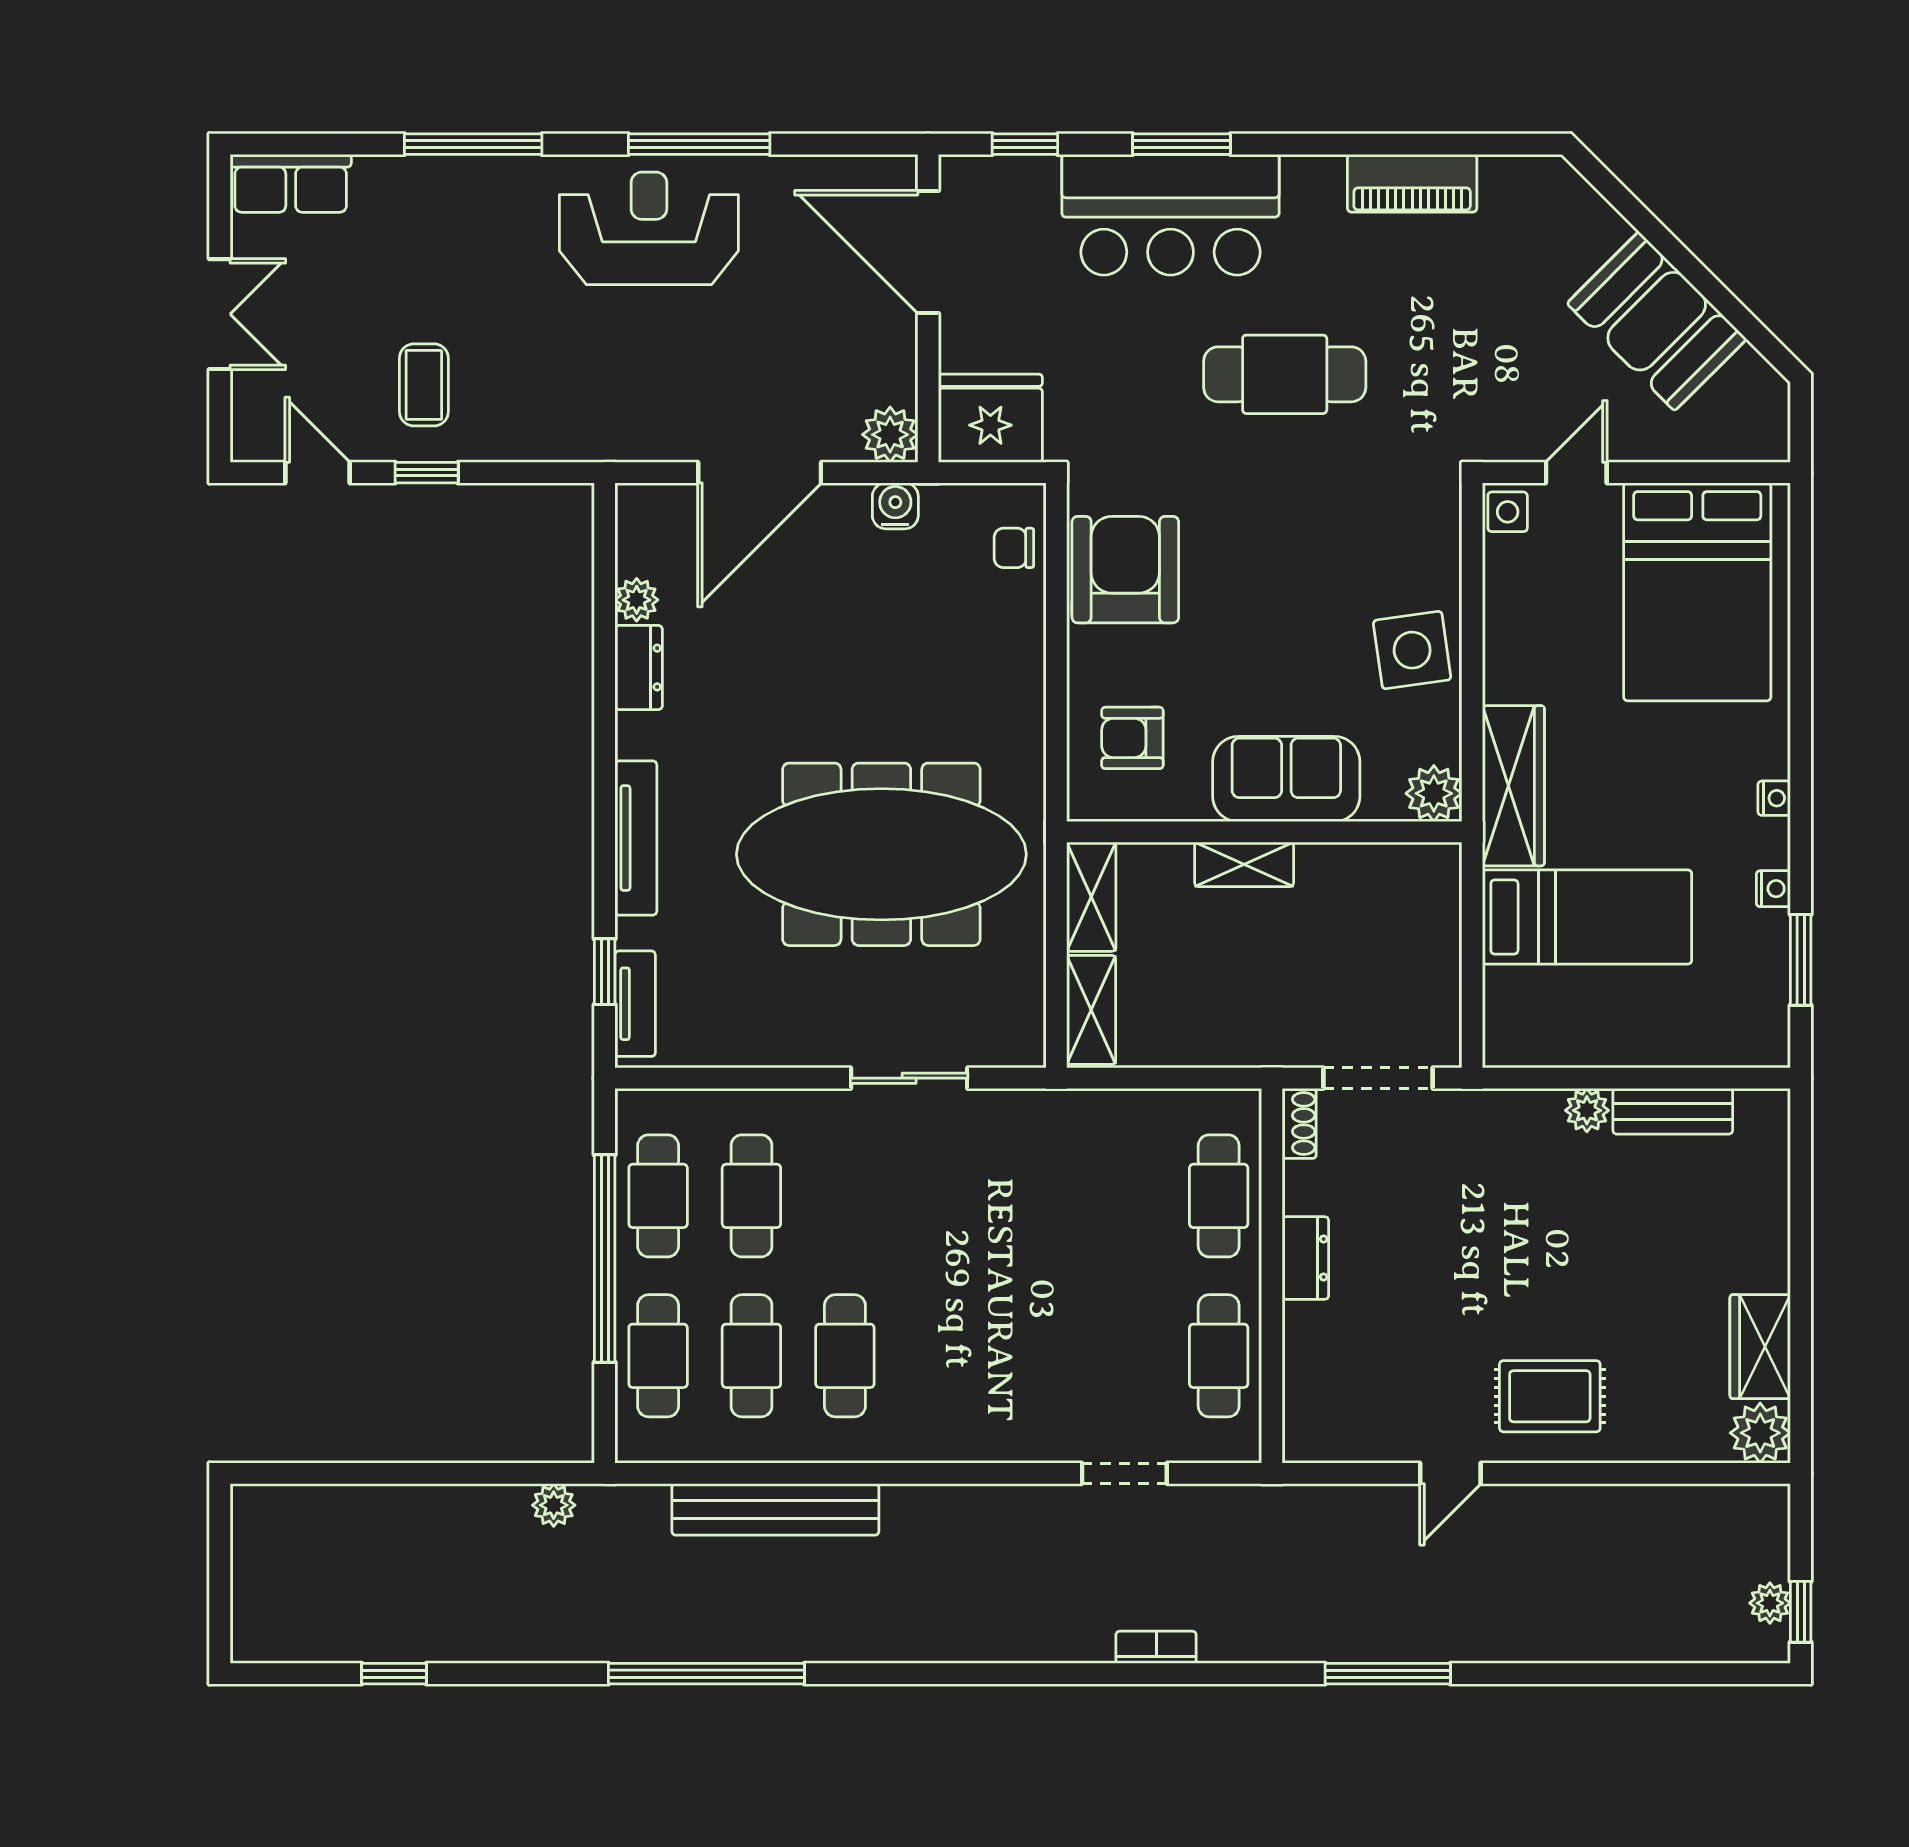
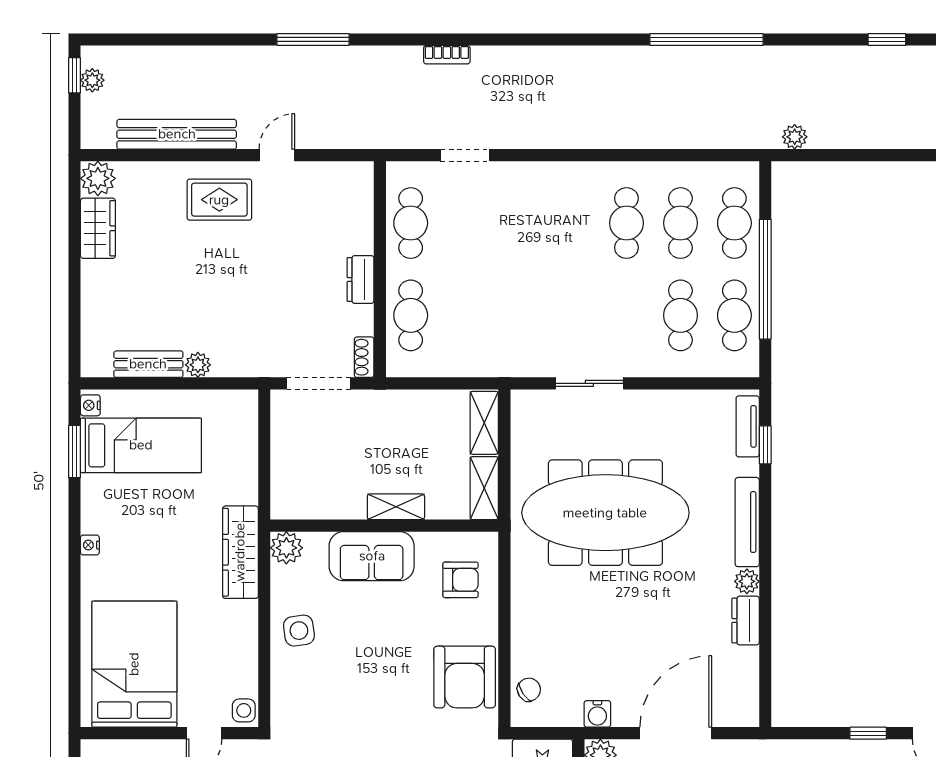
chair: (1014, 548) -> (529, 690), turned -34
plant: (637, 600) -> (747, 581), moved
side table: (1412, 650) -> (299, 631), width x0.73, depth x0.73
nightstand: (1773, 889) -> (90, 405), moved
bed: (1587, 917) -> (141, 445), moved, turned 180
bench: (775, 1509) -> (177, 134), moved

